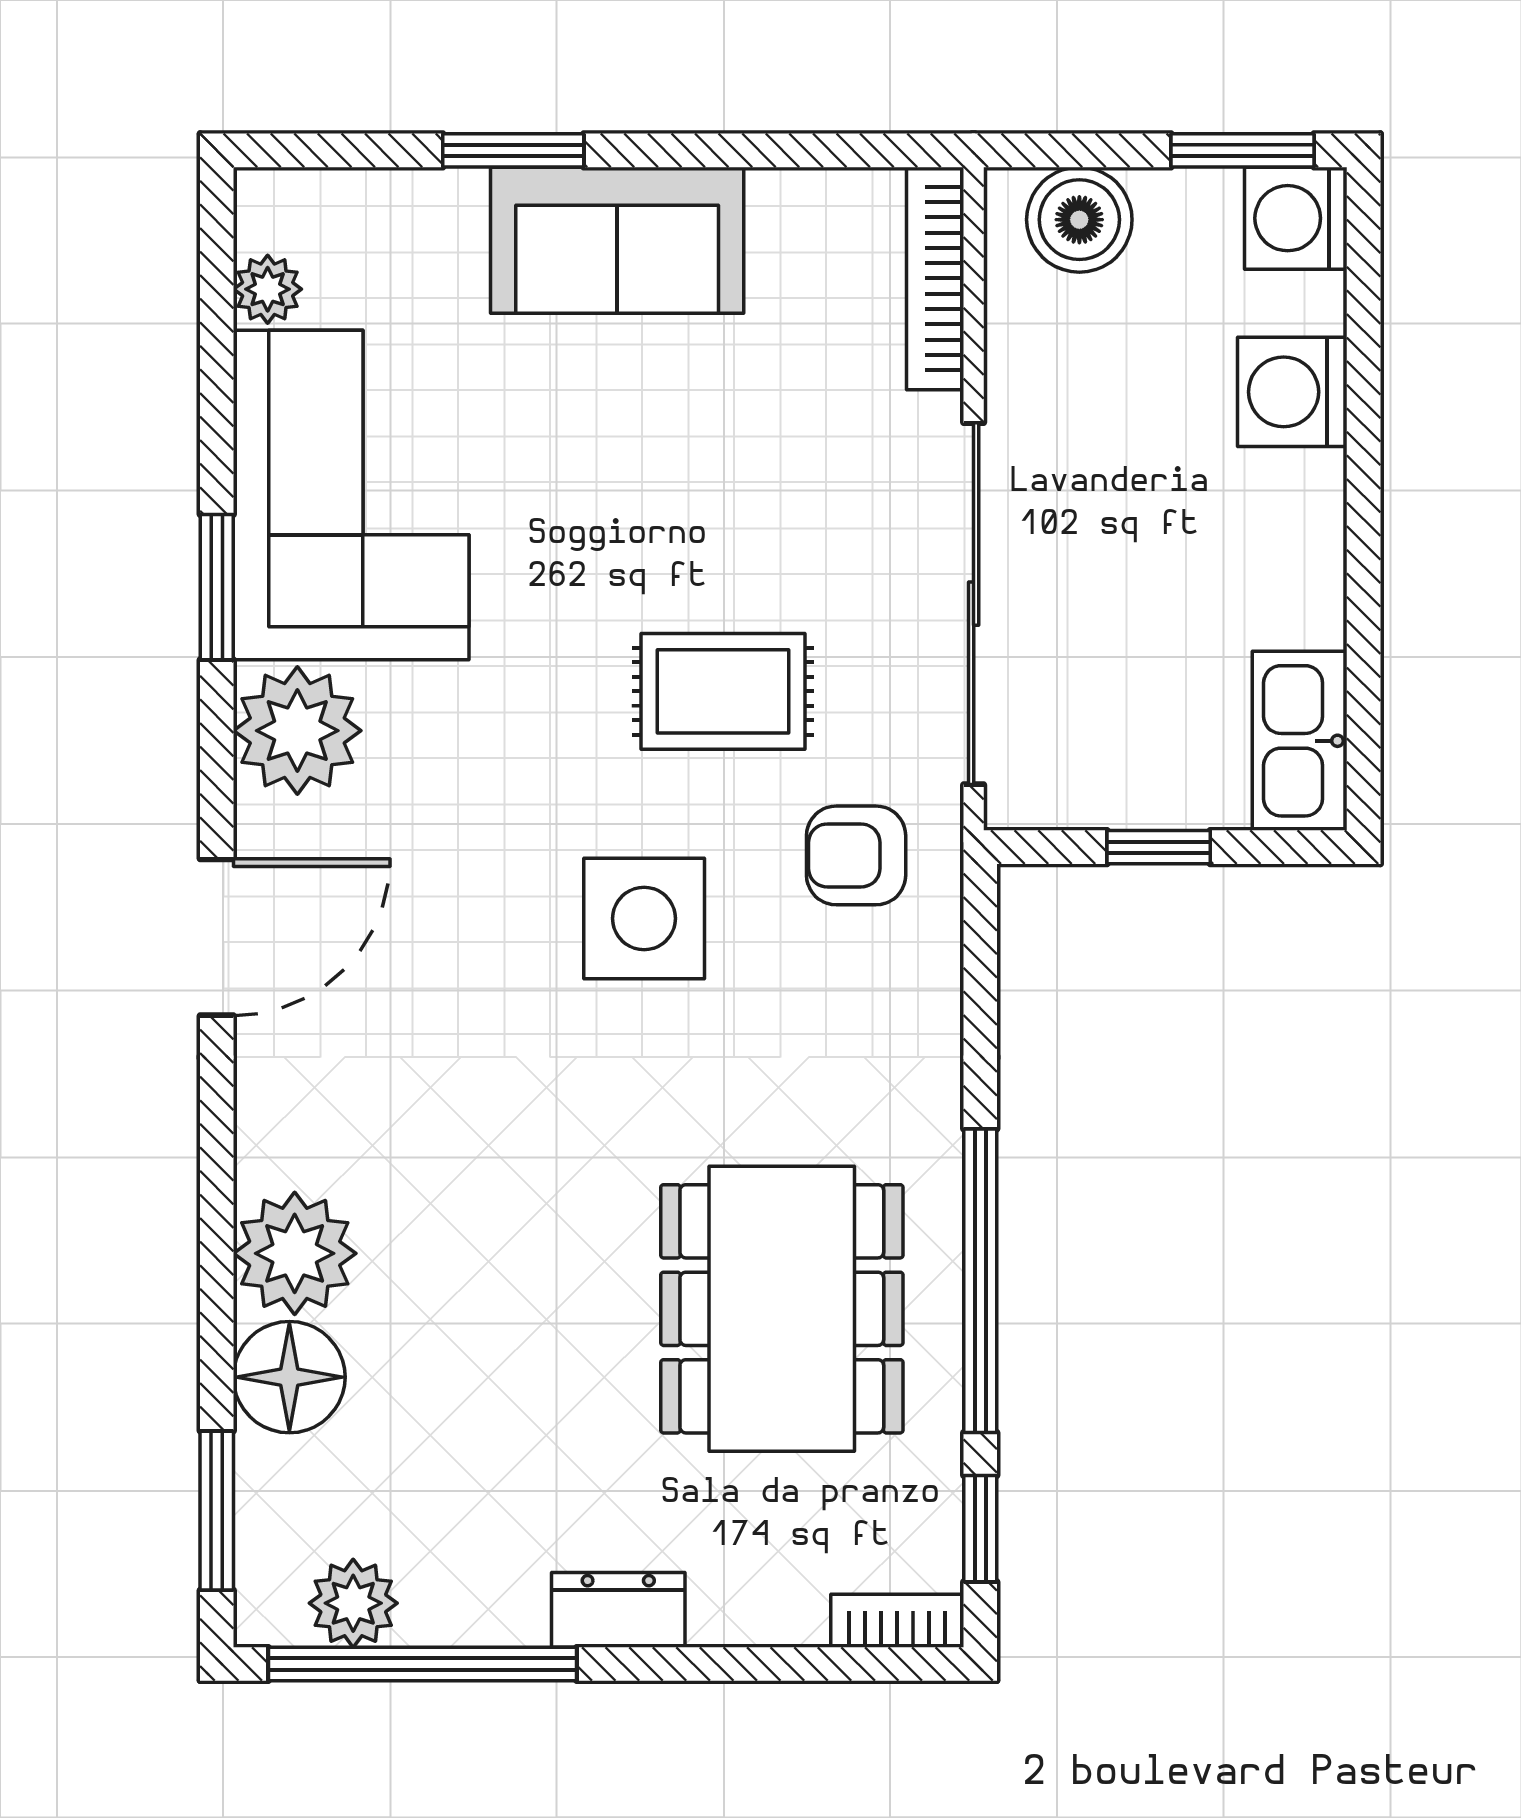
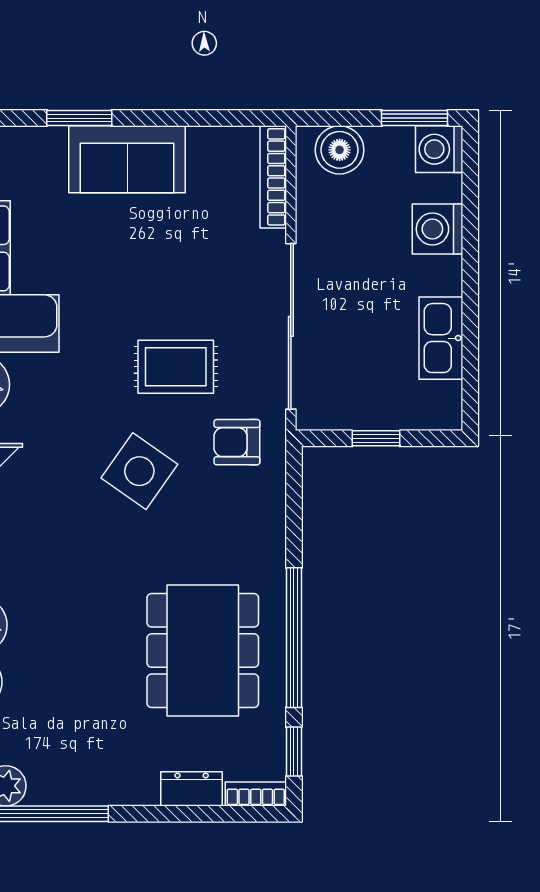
kitchen sink: (1300, 741) -> (441, 338), moved
side table: (644, 918) -> (139, 471), turned 35
dresser: (618, 1610) -> (192, 789), moved

